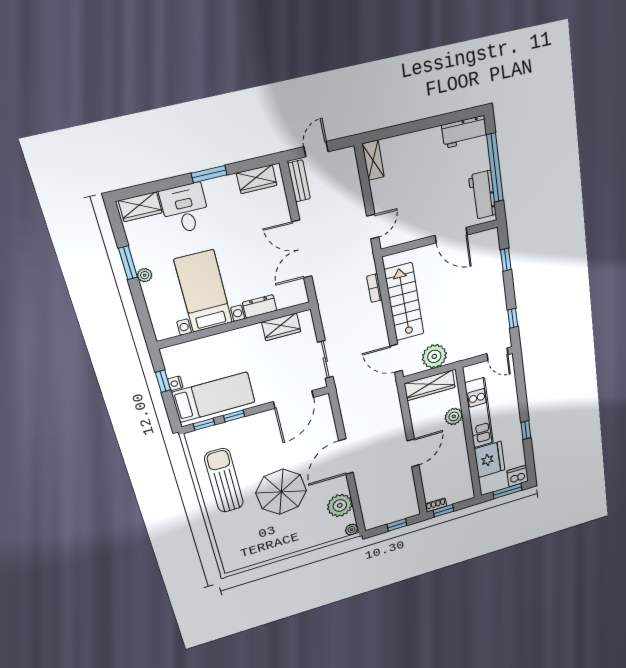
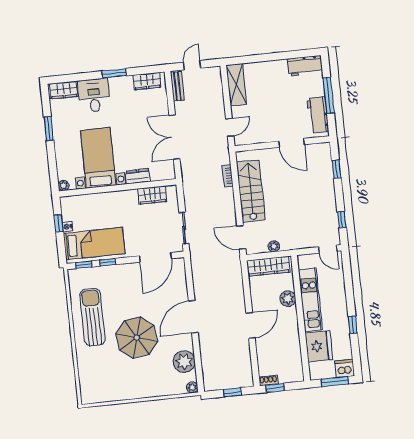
shelving: (373, 160) -> (236, 85), width x1.50, depth x1.33
window: (495, 168) -> (329, 95), width x0.68
plant: (145, 275) -> (63, 186), moved
plant: (434, 356) -> (274, 246), width x0.53, depth x0.53

